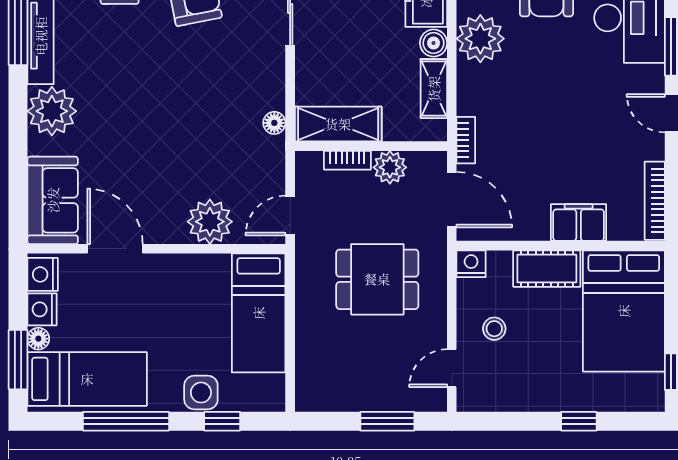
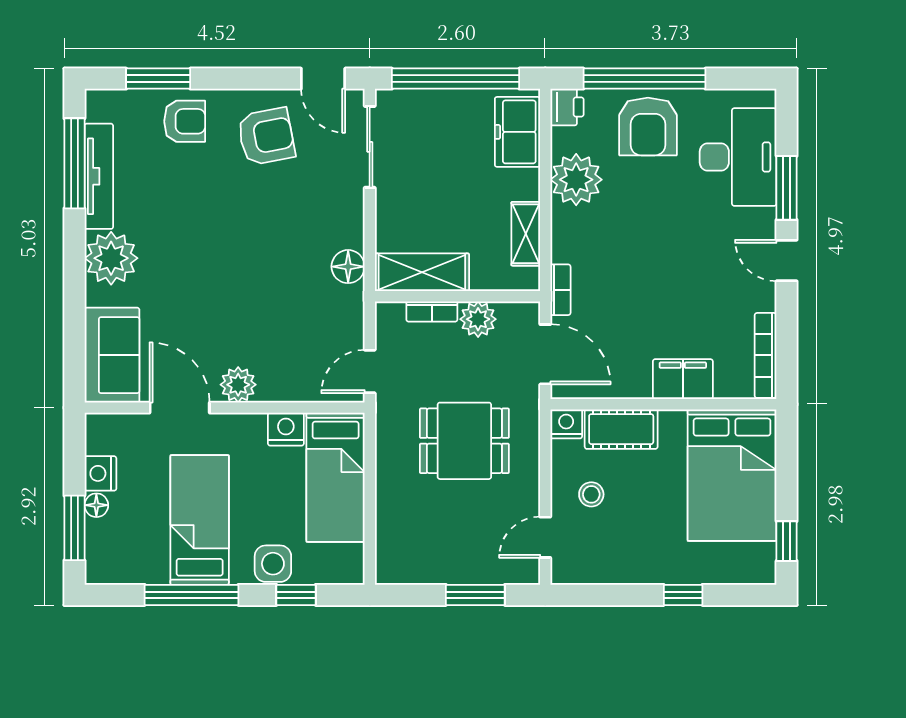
boiler: (434, 43) -> (525, 184), removed
floor lamp: (274, 123) -> (348, 267), width x1.37, depth x1.37
plant: (210, 222) -> (238, 385), moved, width x0.73, depth x0.73
cot: (547, 269) -> (621, 429), moved
nightstand: (43, 274) -> (286, 429), moved, turned 90
bed: (87, 379) -> (200, 520), moved, turned -90

